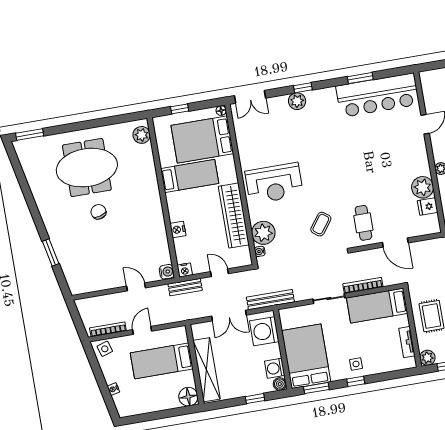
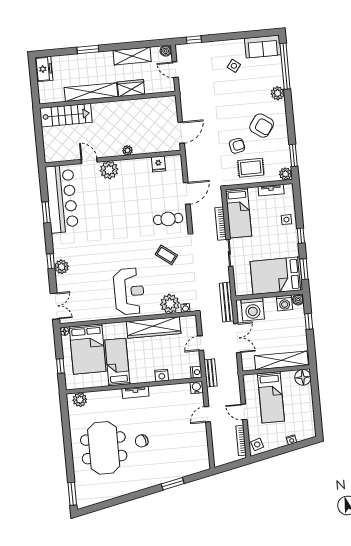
plant: (423, 187) -> (109, 170), moved
tv unit: (155, 200) -> (135, 392), added
side table: (356, 364) -> (286, 220), moved

